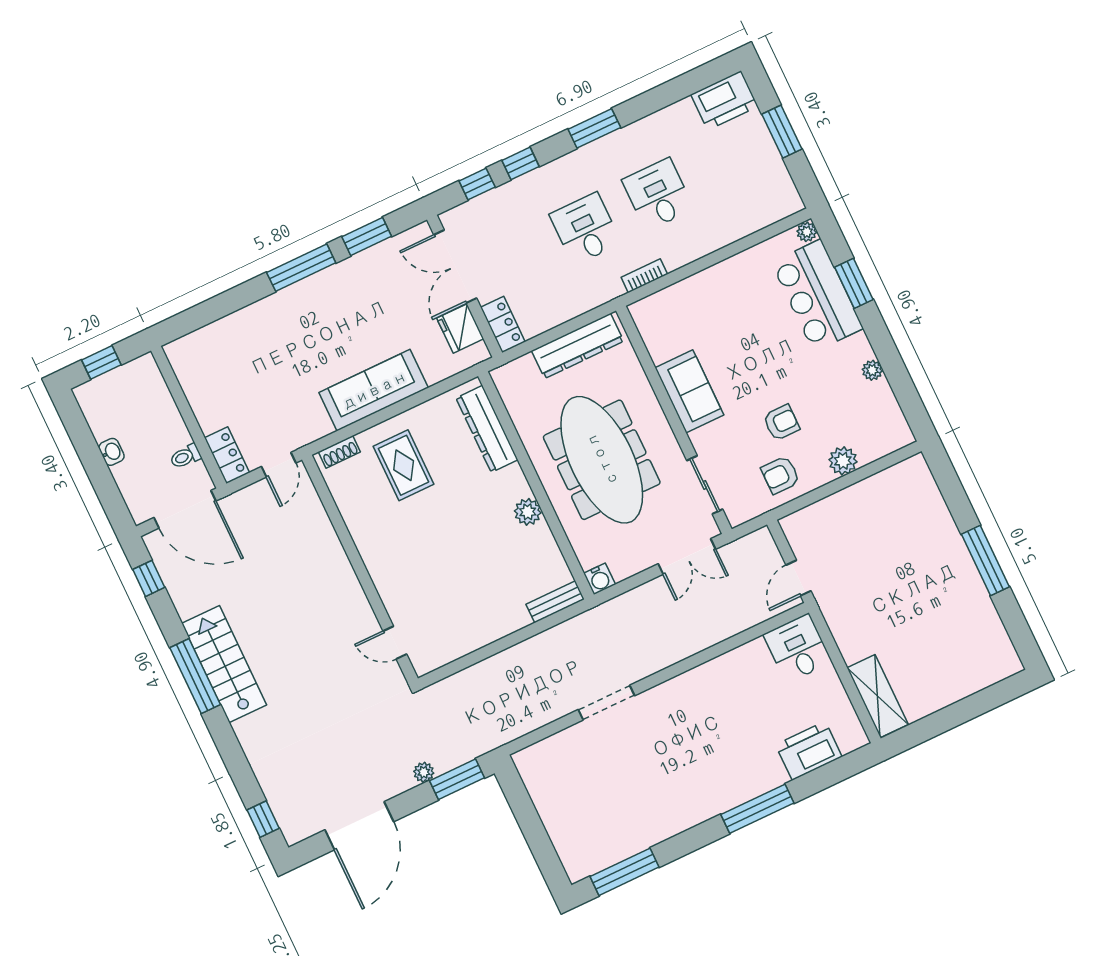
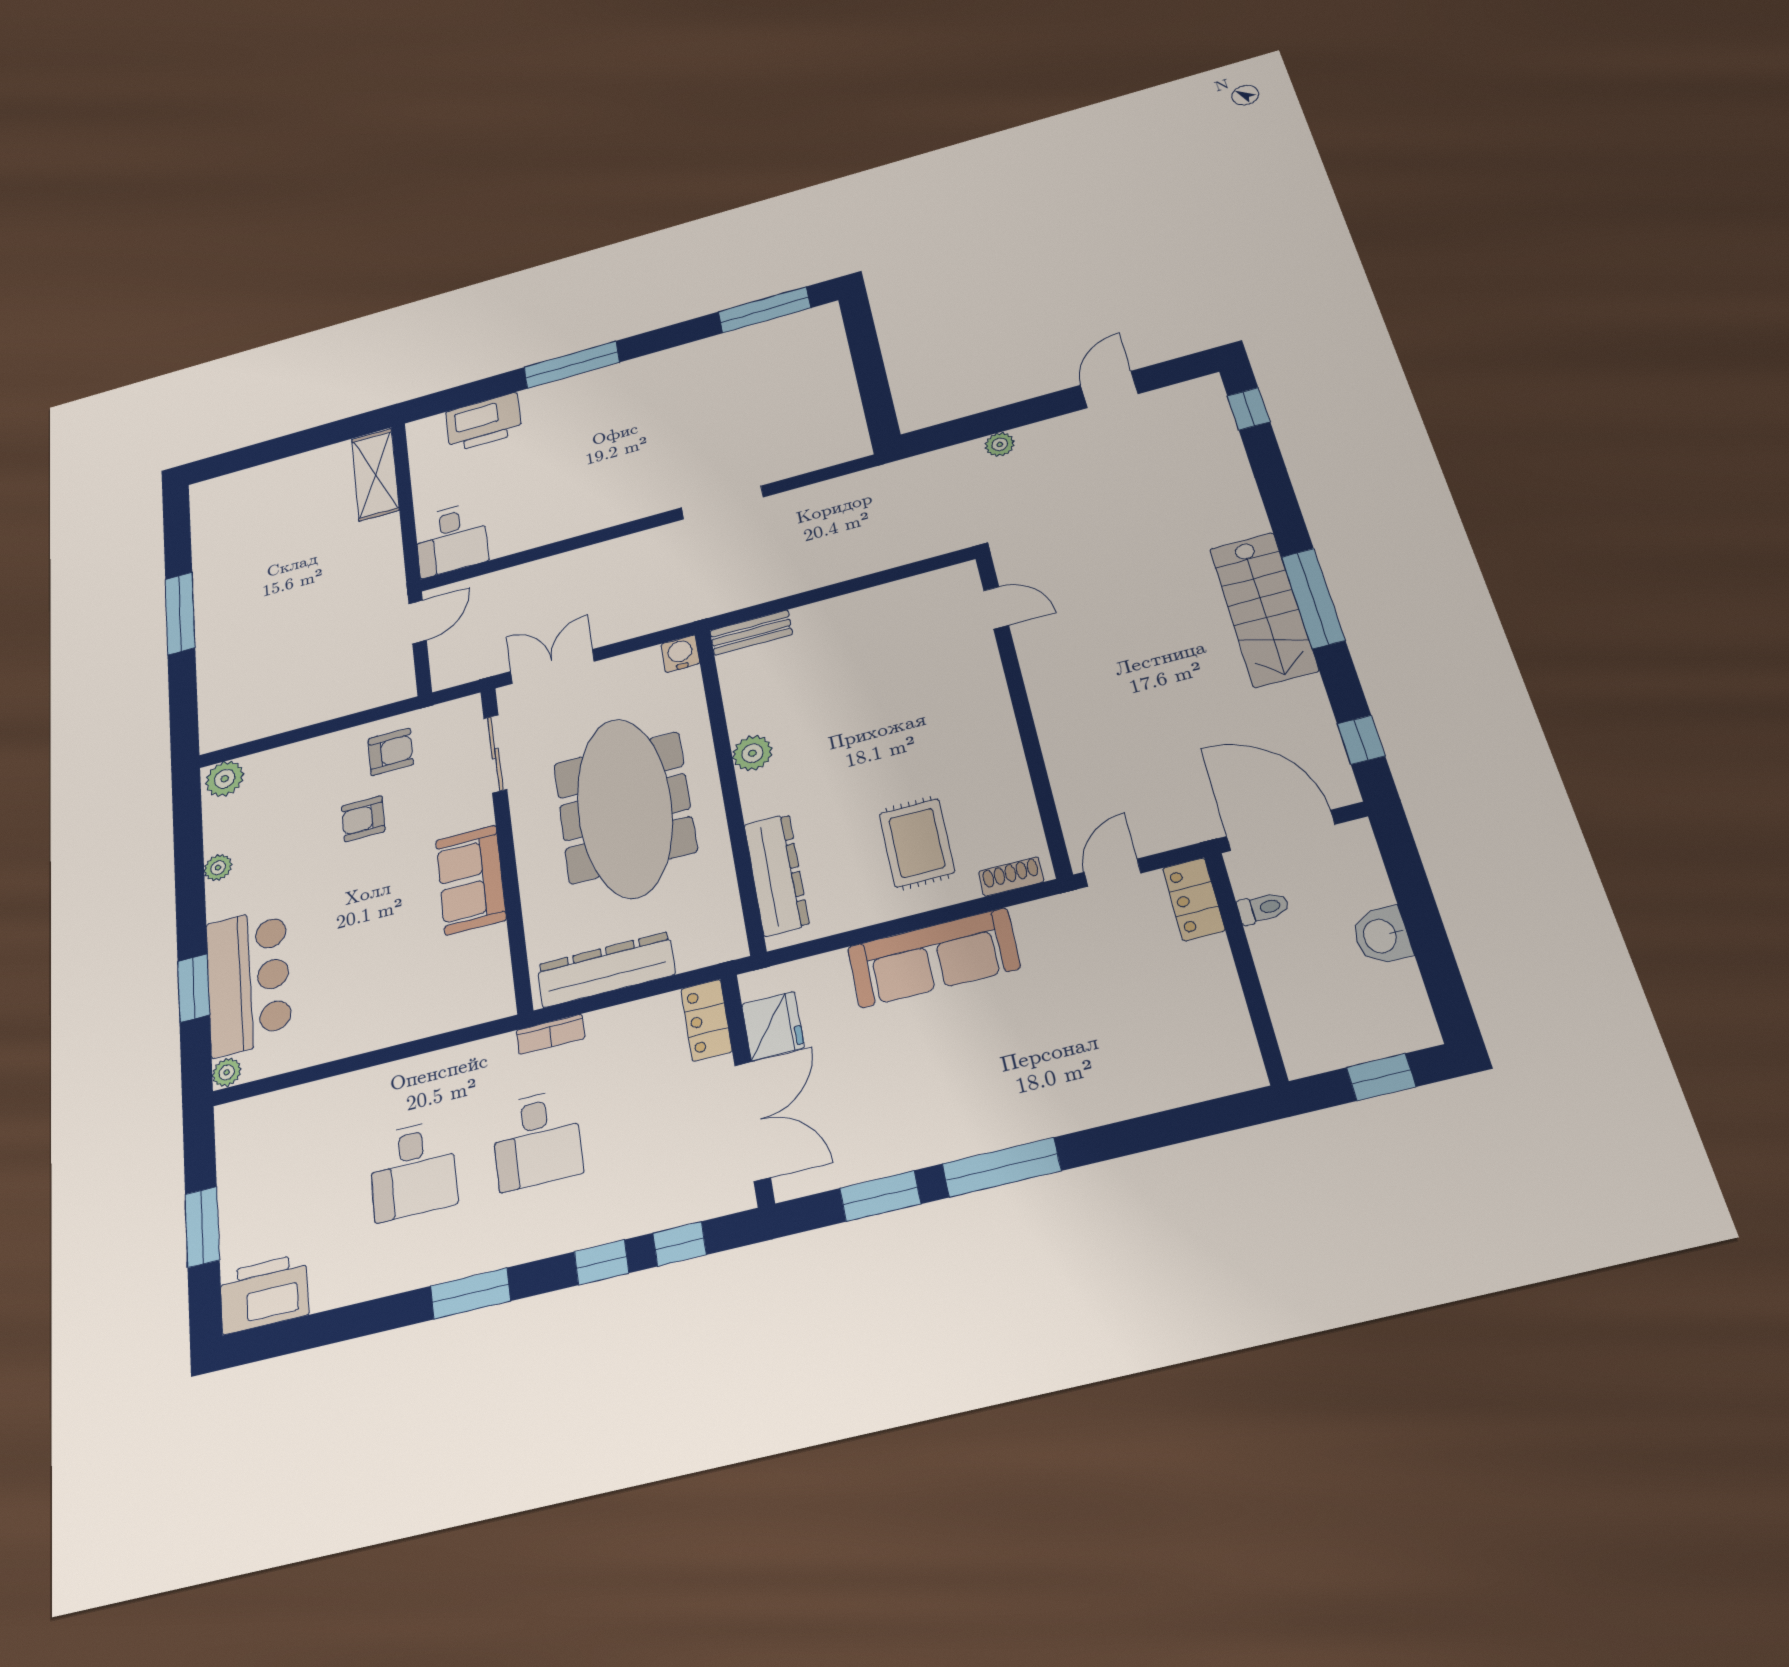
bookcase: (644, 276) -> (551, 1034), moved
washbasin: (111, 452) -> (1381, 936), width x1.38, depth x1.45
plant: (843, 461) -> (225, 779), moved
window: (457, 779) -> (955, 432), removed
door: (359, 826) -> (1109, 389), width x0.53

